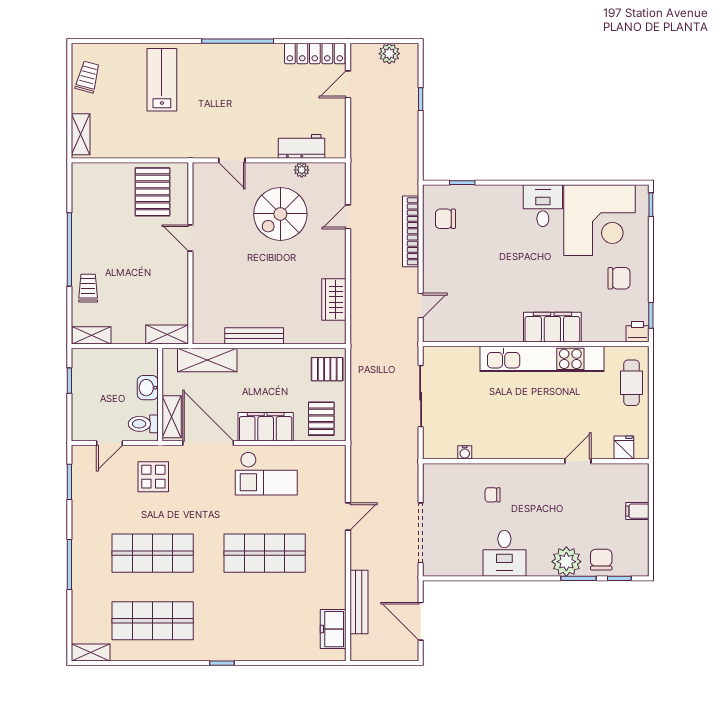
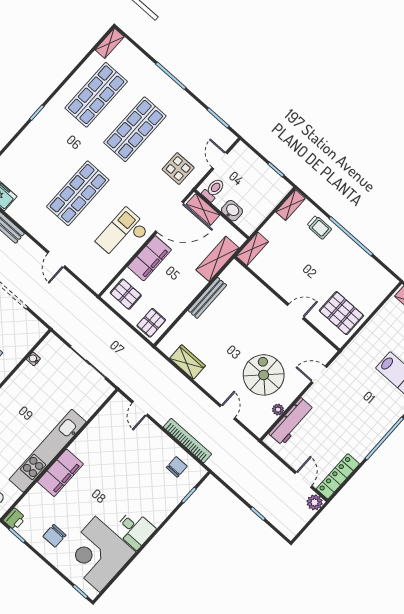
plant: (389, 54) -> (315, 502), moved
workbench: (302, 146) -> (292, 422), width x1.38

